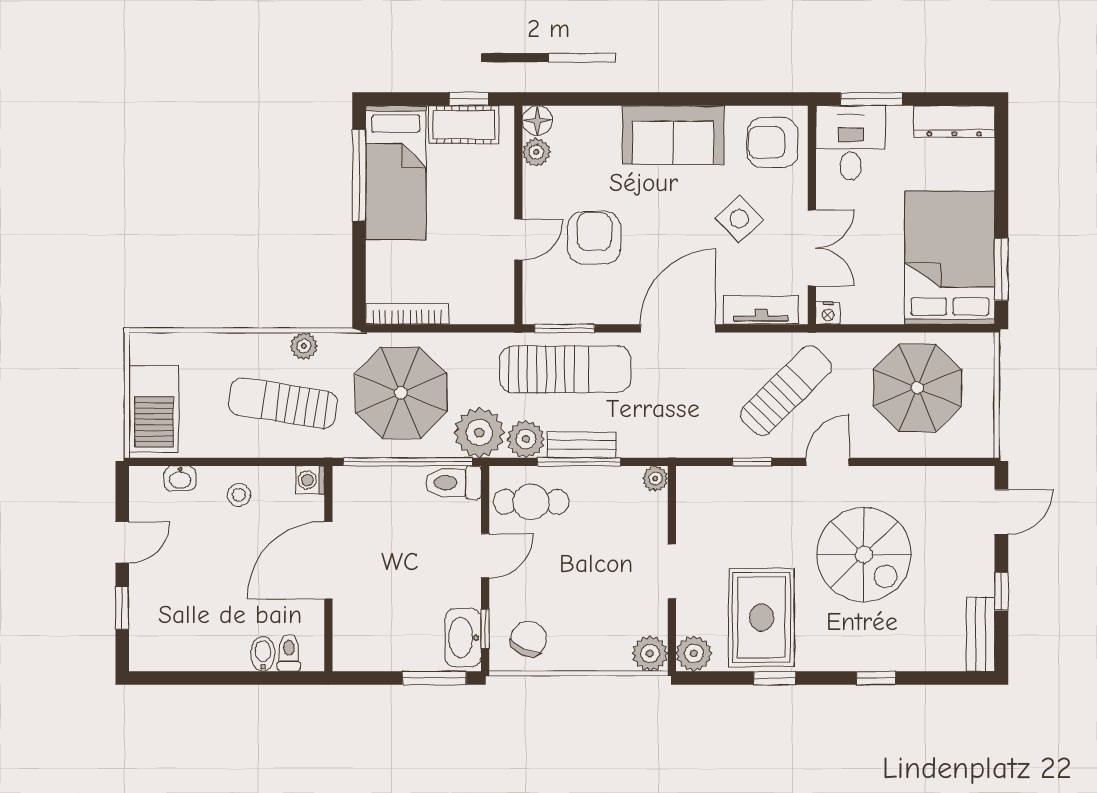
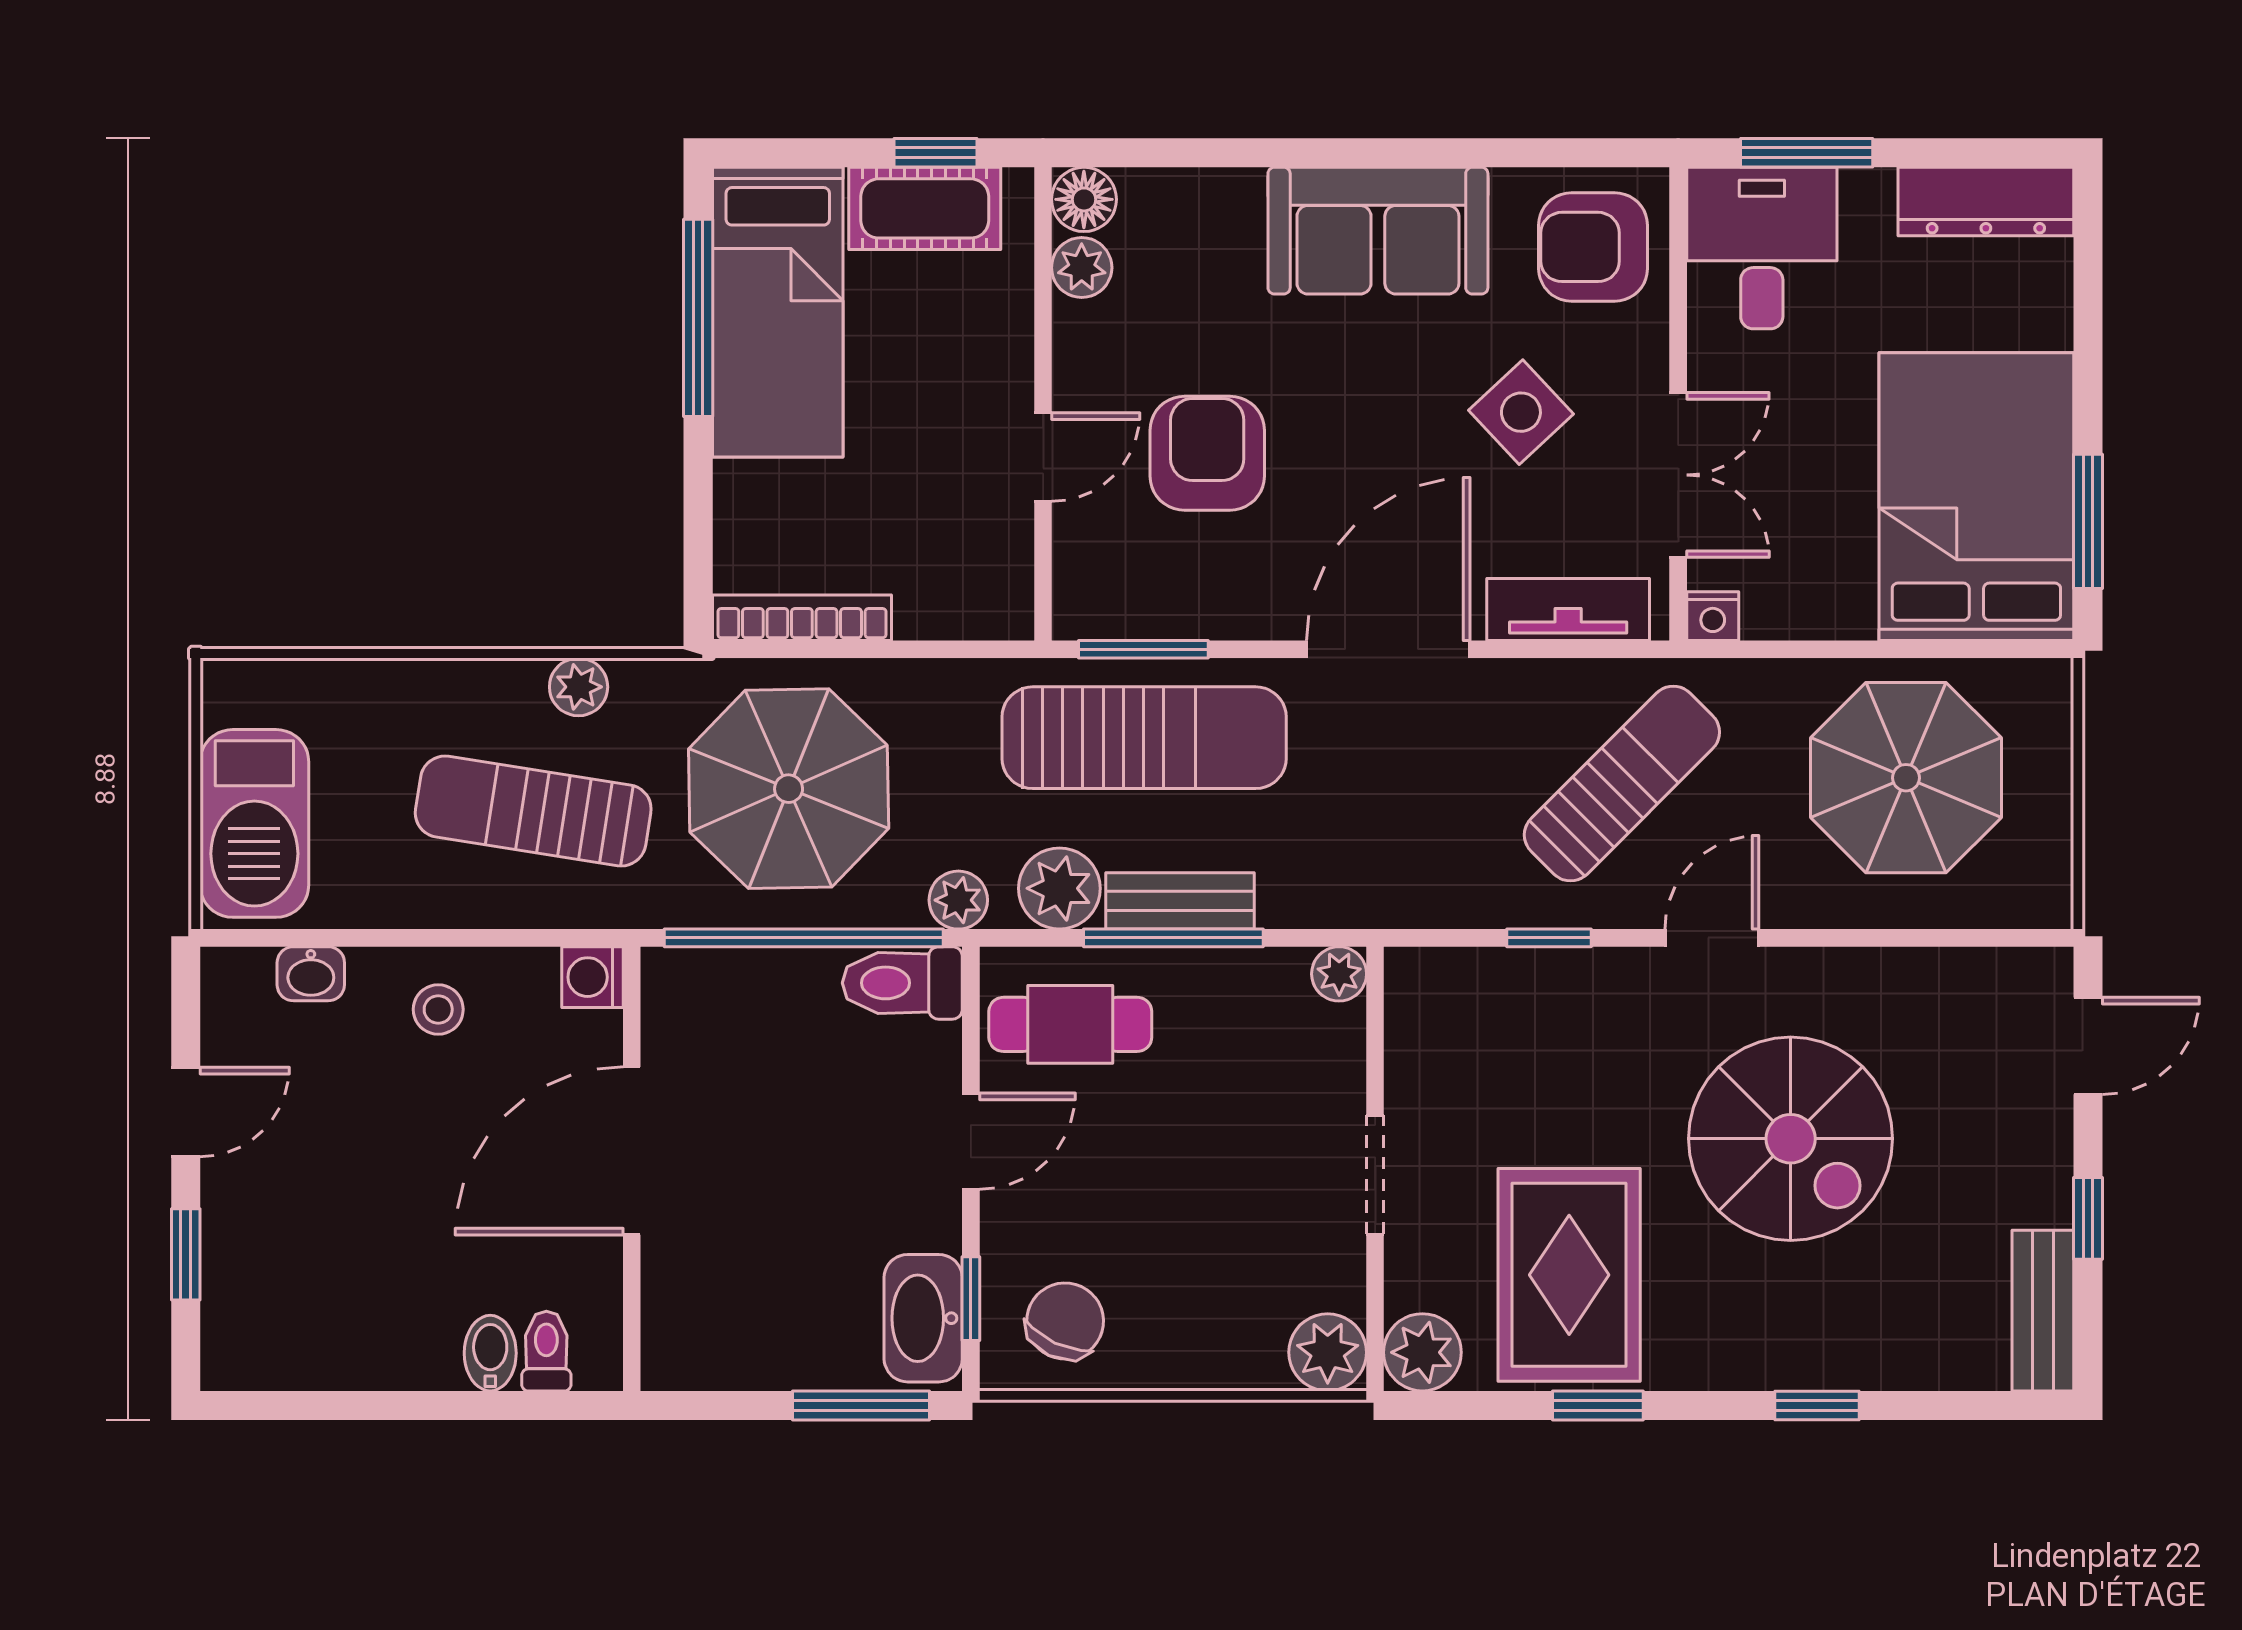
plant: (479, 433) -> (958, 900), width x0.53, depth x0.53

